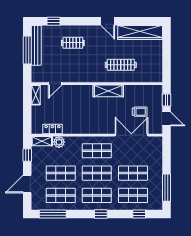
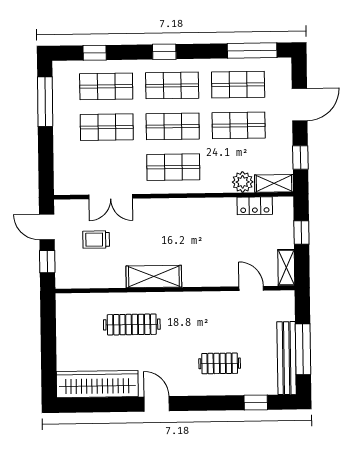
door: (55, 84) -> (251, 288), hinge flipped
window: (27, 114) -> (301, 233), added
double door: (131, 135) -> (111, 197), width x0.73

